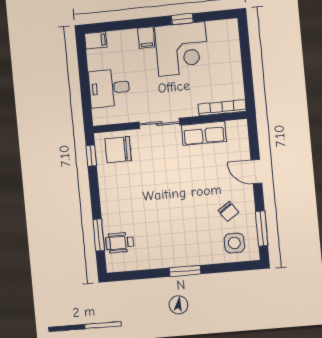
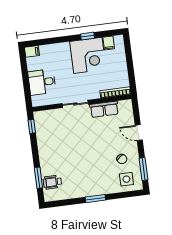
filing cabinet: (146, 38) -> (109, 43), moved
chair: (118, 150) -> (49, 122), removed

